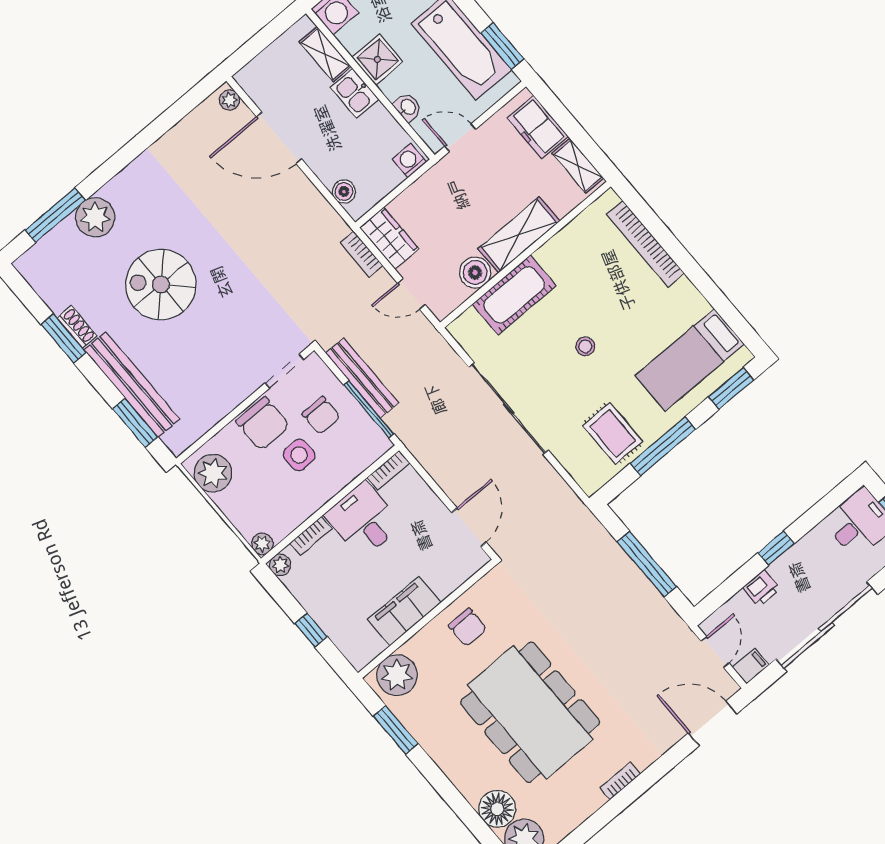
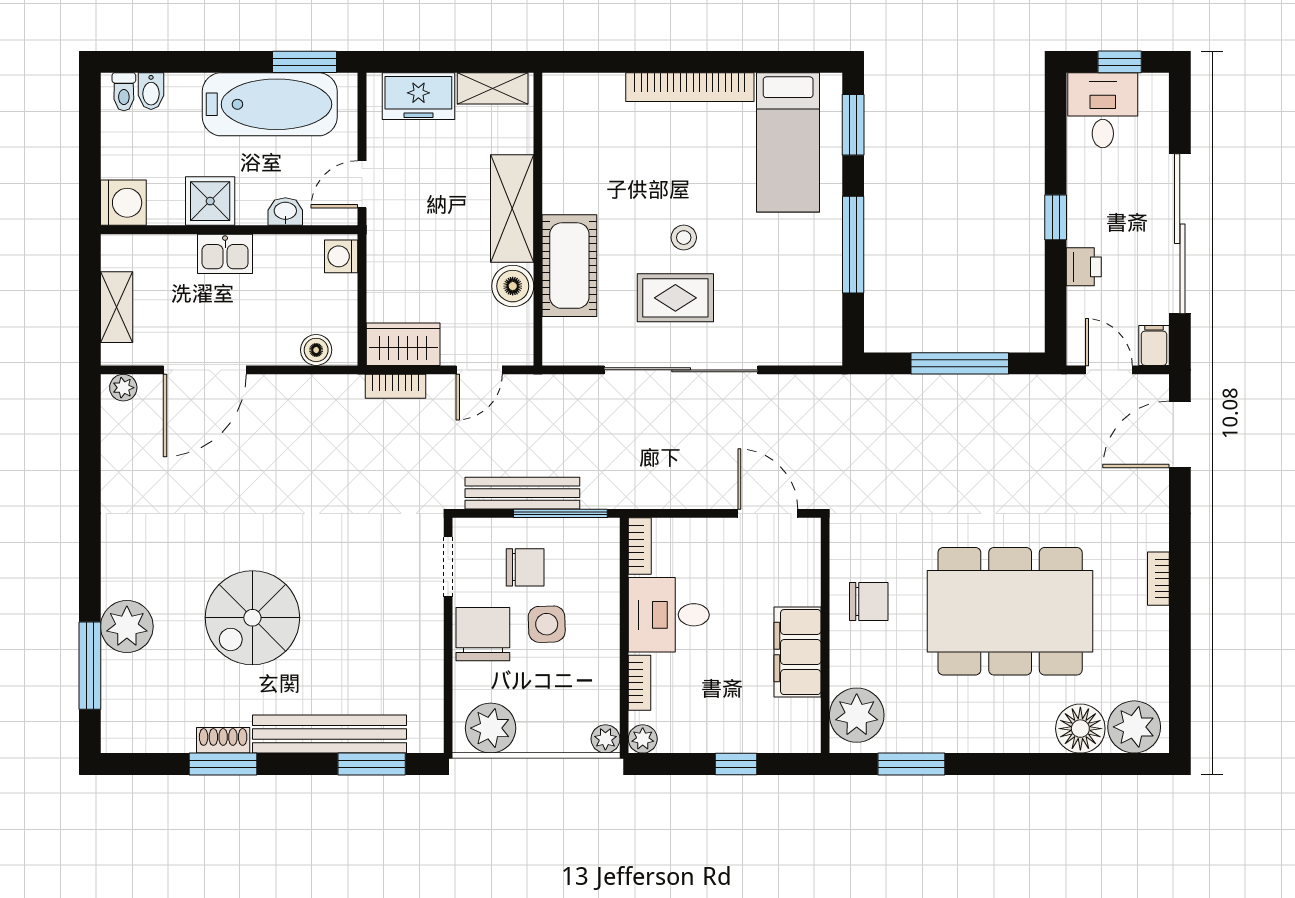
shelving: (325, 54) -> (117, 307), moved, turned 90
bookcase: (645, 244) -> (690, 87), moved
chair: (263, 423) -> (483, 634), turned -90
rug: (613, 434) -> (675, 298), moved

